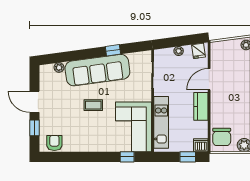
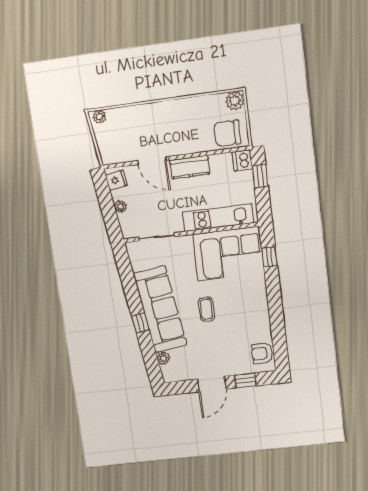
window: (113, 50) -> (140, 323), moved
chair: (222, 137) -> (227, 133), turned 180

